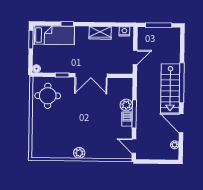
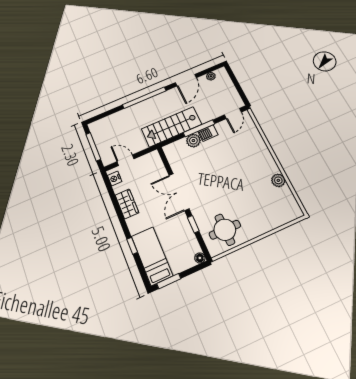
door: (135, 57) -> (125, 160), moved
double door: (91, 75) -> (179, 192), swing flipped
stairs: (170, 88) -> (172, 127), moved, turned 180
plant: (79, 153) -> (278, 180), moved

